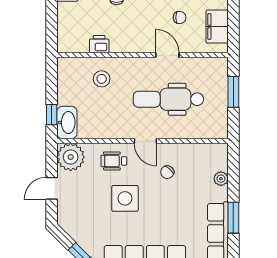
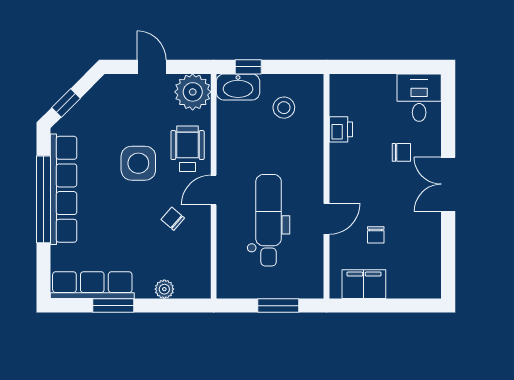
stool: (102, 79) -> (284, 108), moved
wheelchair: (114, 161) -> (188, 149), width x1.36, depth x1.37

